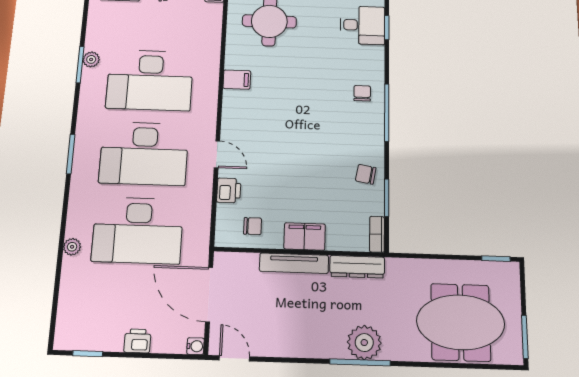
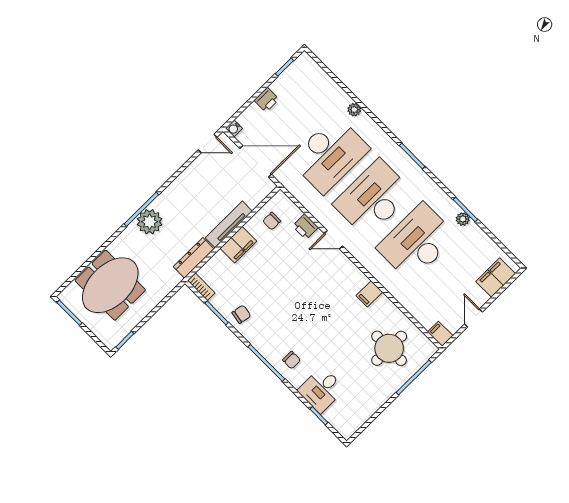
desk: (362, 25) -> (321, 390), moved
desk: (138, 230) -> (330, 154), turned 180

